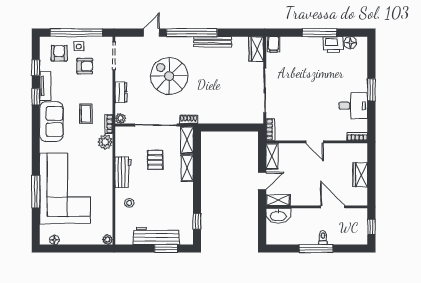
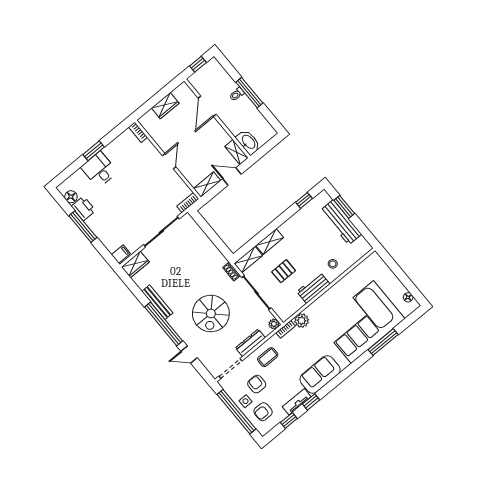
dresser: (121, 92) -> (250, 343), width x1.44
desk: (353, 106) -> (99, 170), moved
coffee table: (86, 114) -> (268, 357), moved
plant: (107, 240) -> (374, 257), removed

